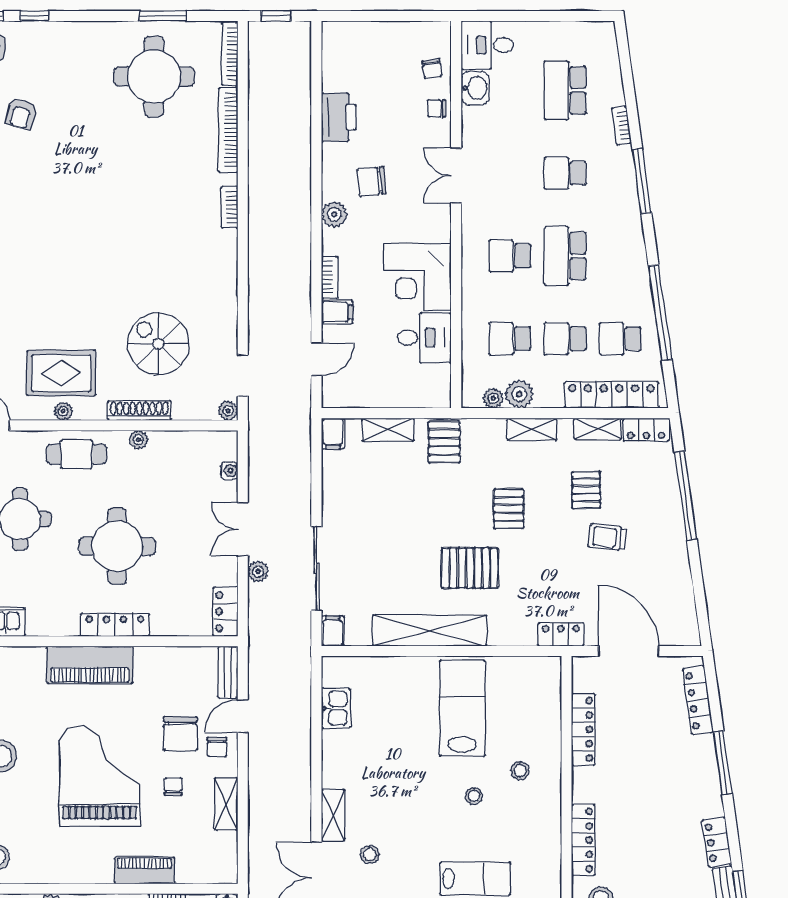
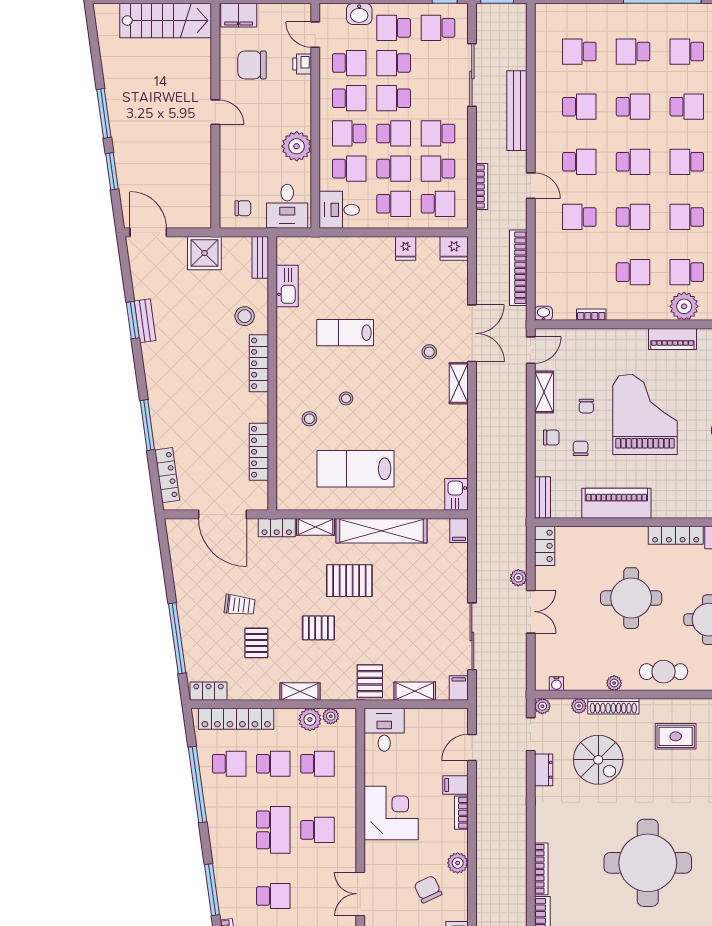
double door: (456, 176) -> (360, 894), swing flipped
chair: (371, 182) -> (428, 889), turned -109
bookcase: (230, 207) -> (541, 869), width x1.56
round table: (96, 215) -> (648, 863), added
dresser: (227, 331) -> (544, 770), added
desk: (424, 338) -> (384, 730), moved, turned 90
rug: (61, 373) -> (676, 736), width x0.73, depth x0.70
plant: (63, 411) -> (579, 706), moved
shelving: (598, 429) -> (316, 527), moved
water cooler: (229, 471) -> (556, 684), moved, turned -90
pallet: (509, 509) -> (318, 628), turned 90
sliding door: (316, 568) -> (472, 636), moved
locker: (115, 625) -> (676, 535), moved
piano: (90, 665) -> (616, 503), moved
kitchen sink: (336, 708) -> (456, 494), moved
lab bench: (462, 708) -> (355, 469), turned 90
door: (243, 716) -> (531, 350), moved
chair: (180, 733) -> (581, 448), width x0.54, depth x0.54
chair: (217, 747) -> (551, 438), turned 90
grand piano: (100, 776) -> (645, 414), turned 180
locker: (717, 842) -> (152, 362), removed
piano: (144, 870) -> (672, 339), moved

